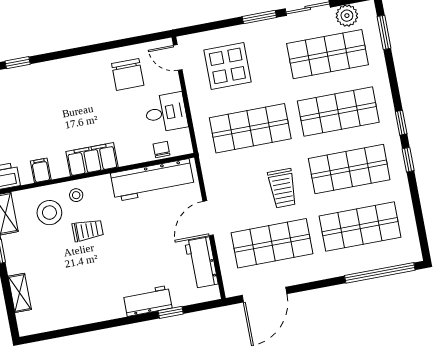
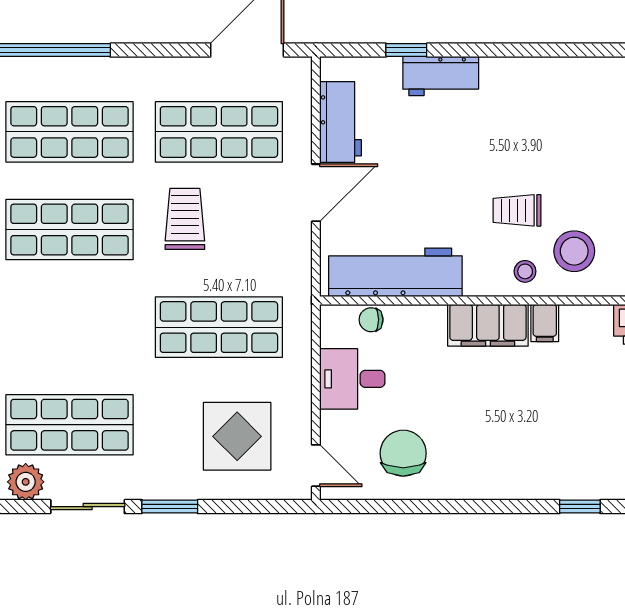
shop shelf: (338, 112) -> (69, 327), removed
chair: (161, 150) -> (371, 320), turned 90
filing cabinet: (41, 170) -> (545, 323), moved

